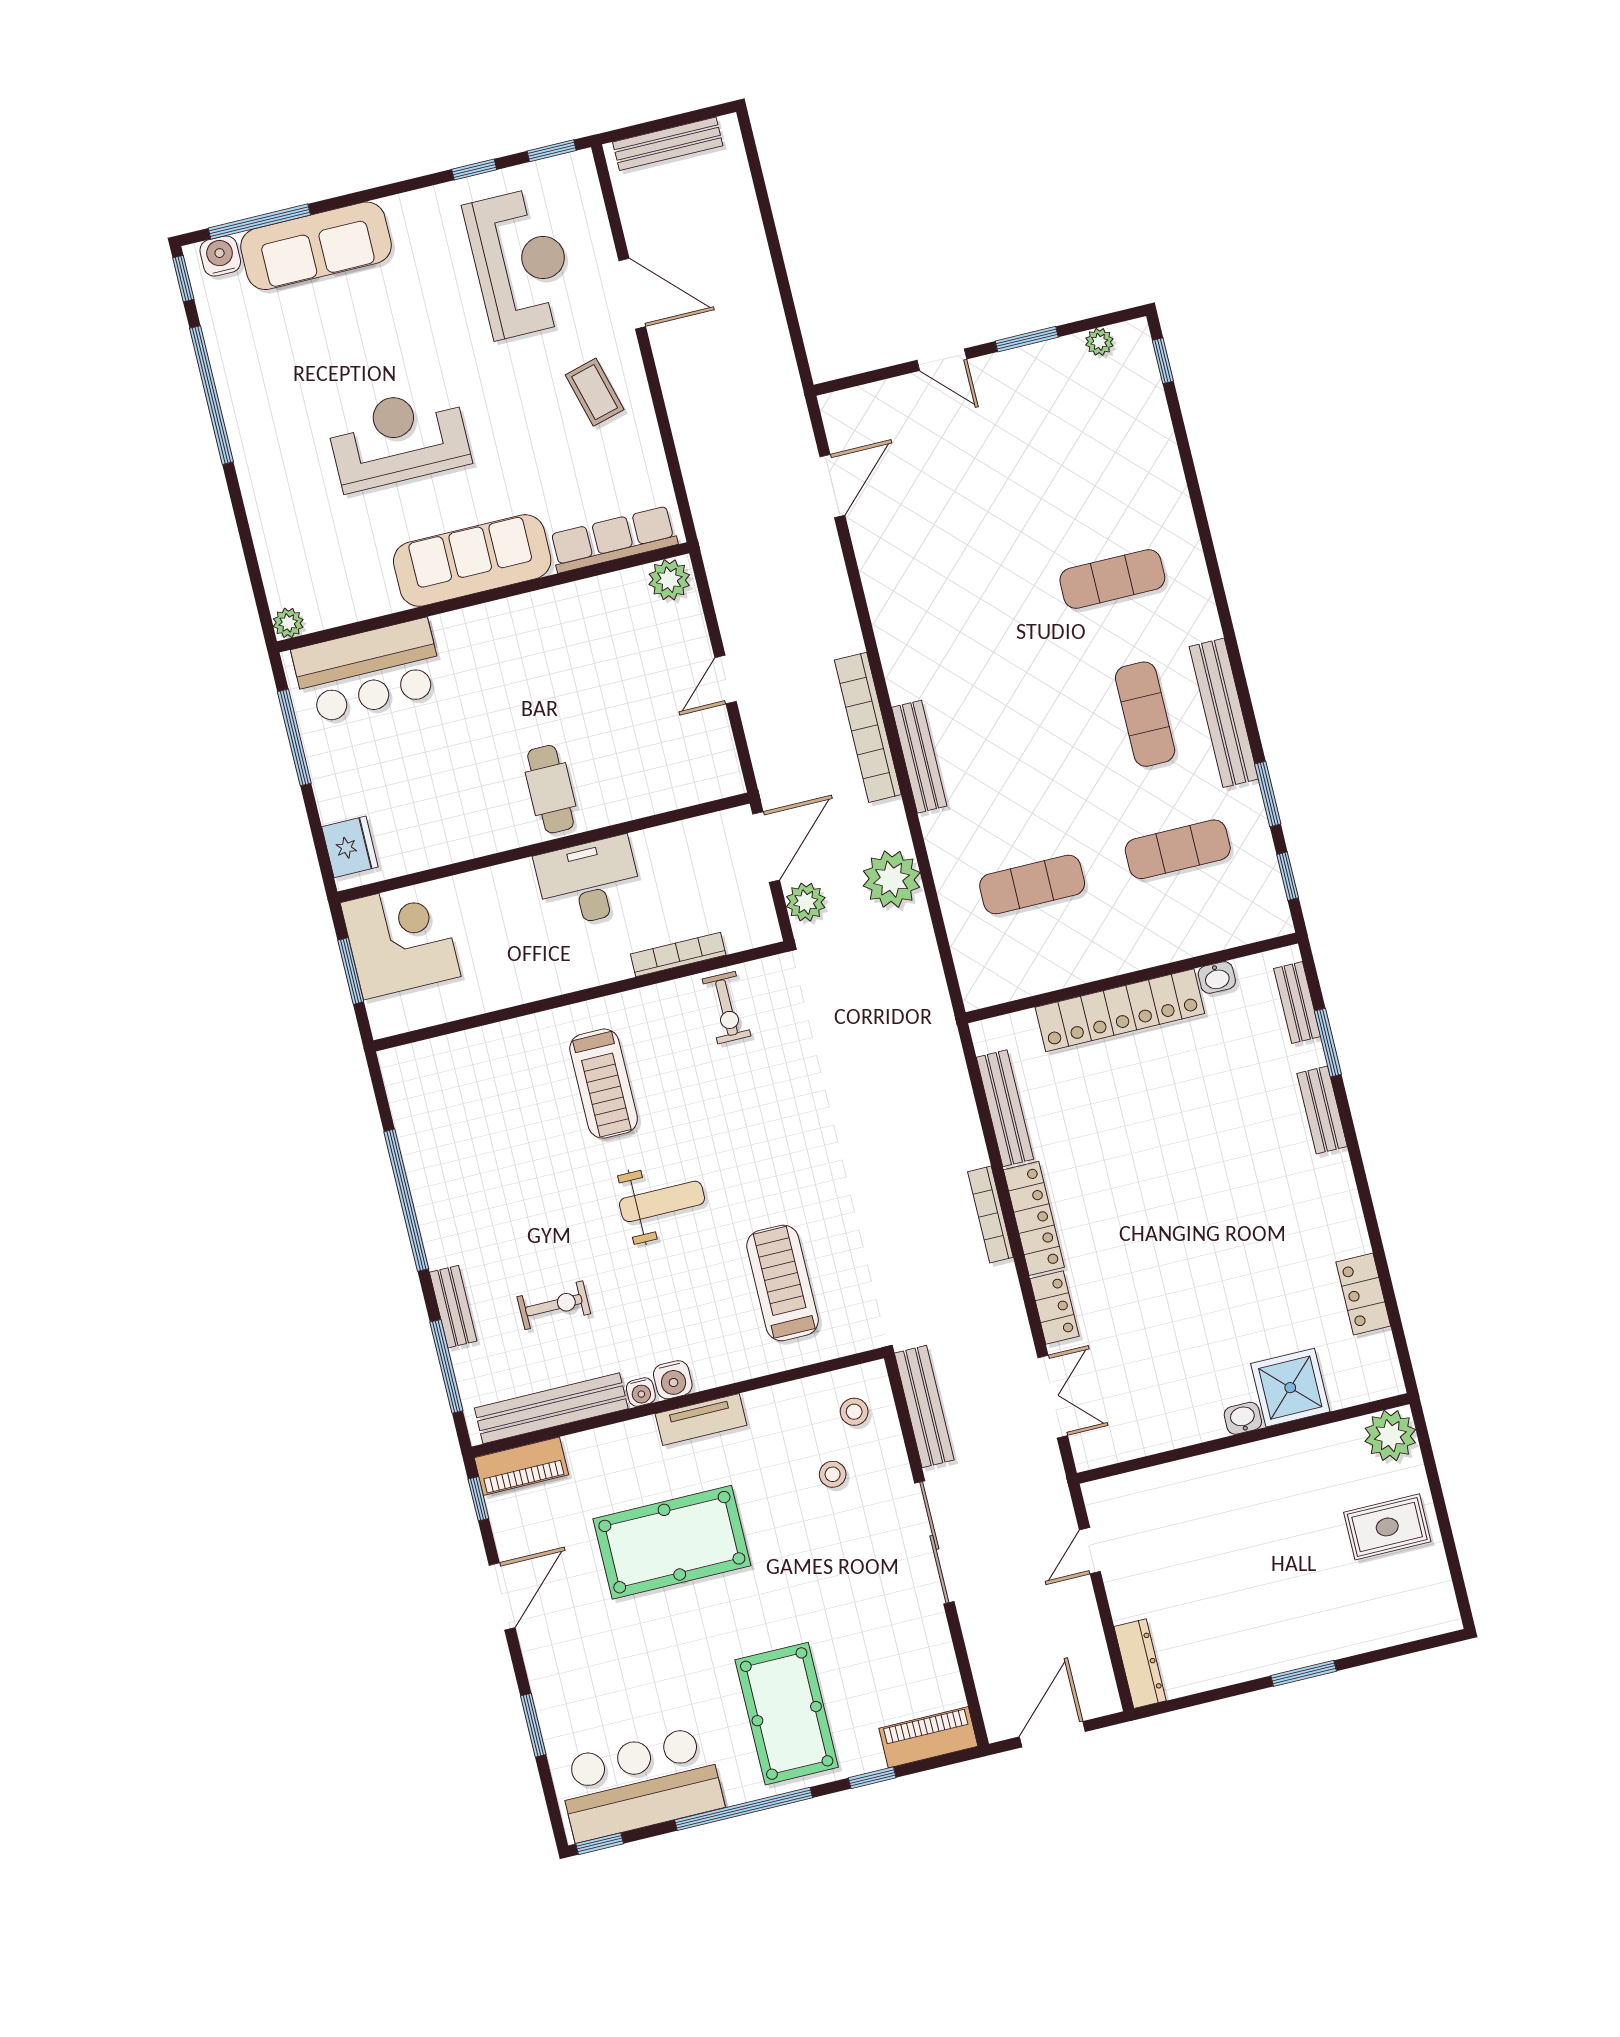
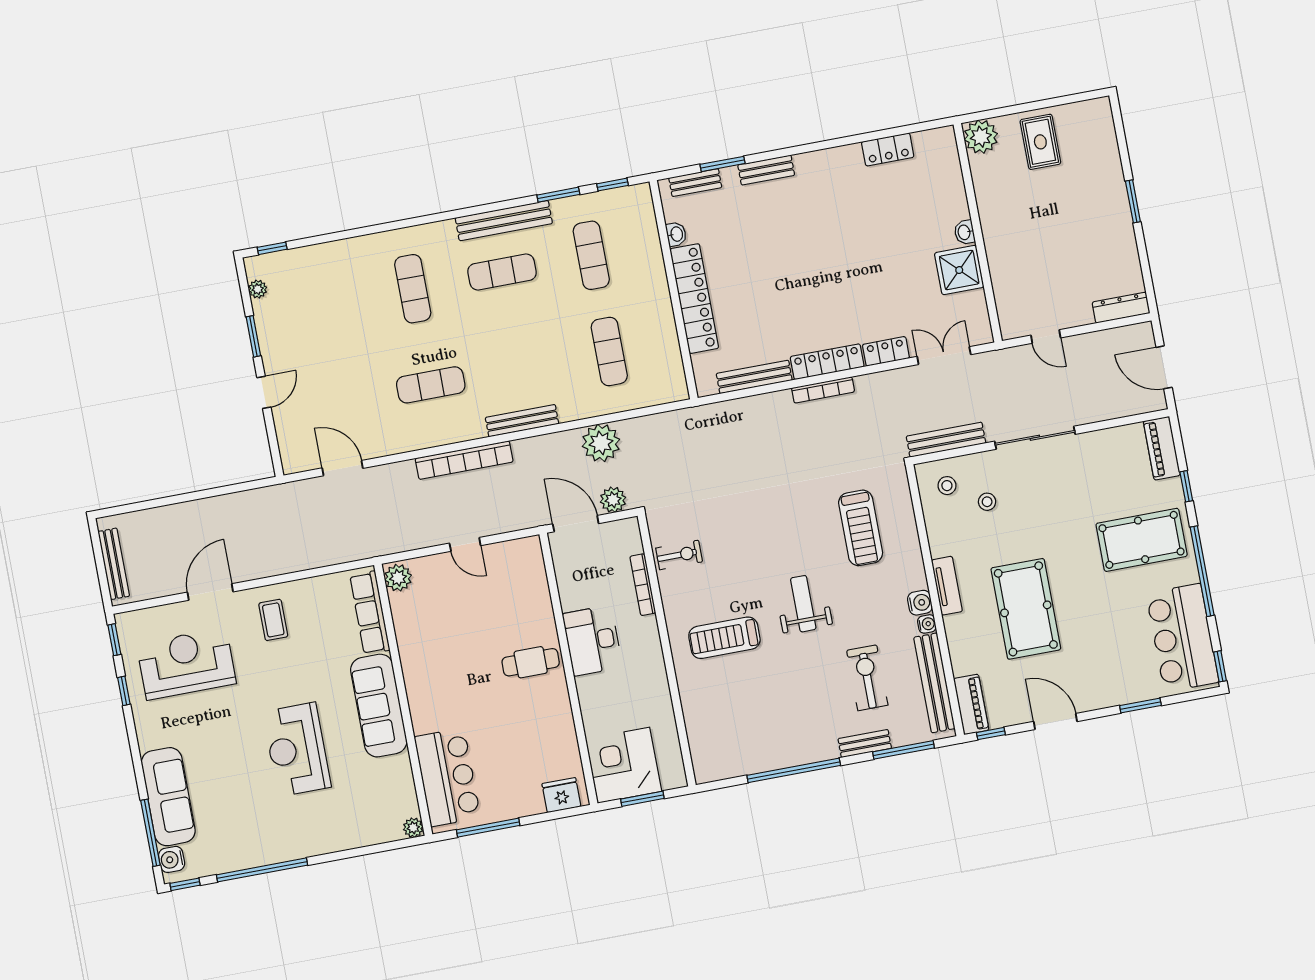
coffee table: (595, 392) -> (273, 620), turned -75
exercise mat: (967, 614) -> (431, 385), added
bookcase: (868, 727) -> (464, 460), moved
treadmill: (604, 1084) -> (724, 638), turned 180
treadmill: (782, 1283) -> (861, 528), turned -90
exercise bike: (554, 1305) -> (867, 678), width x1.38, depth x1.39
shower: (1290, 1388) -> (959, 270), moved

